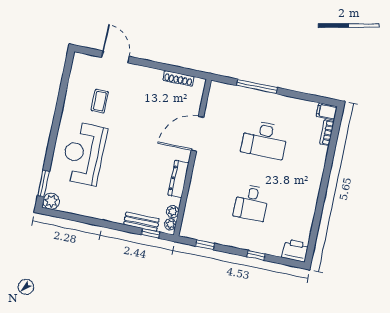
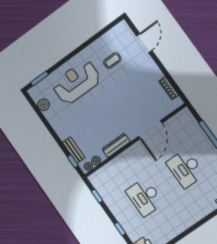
door: (197, 134) -> (150, 130), swing flipped
plant: (51, 201) -> (44, 105), moved
desk: (251, 203) -> (145, 197), width x1.37

